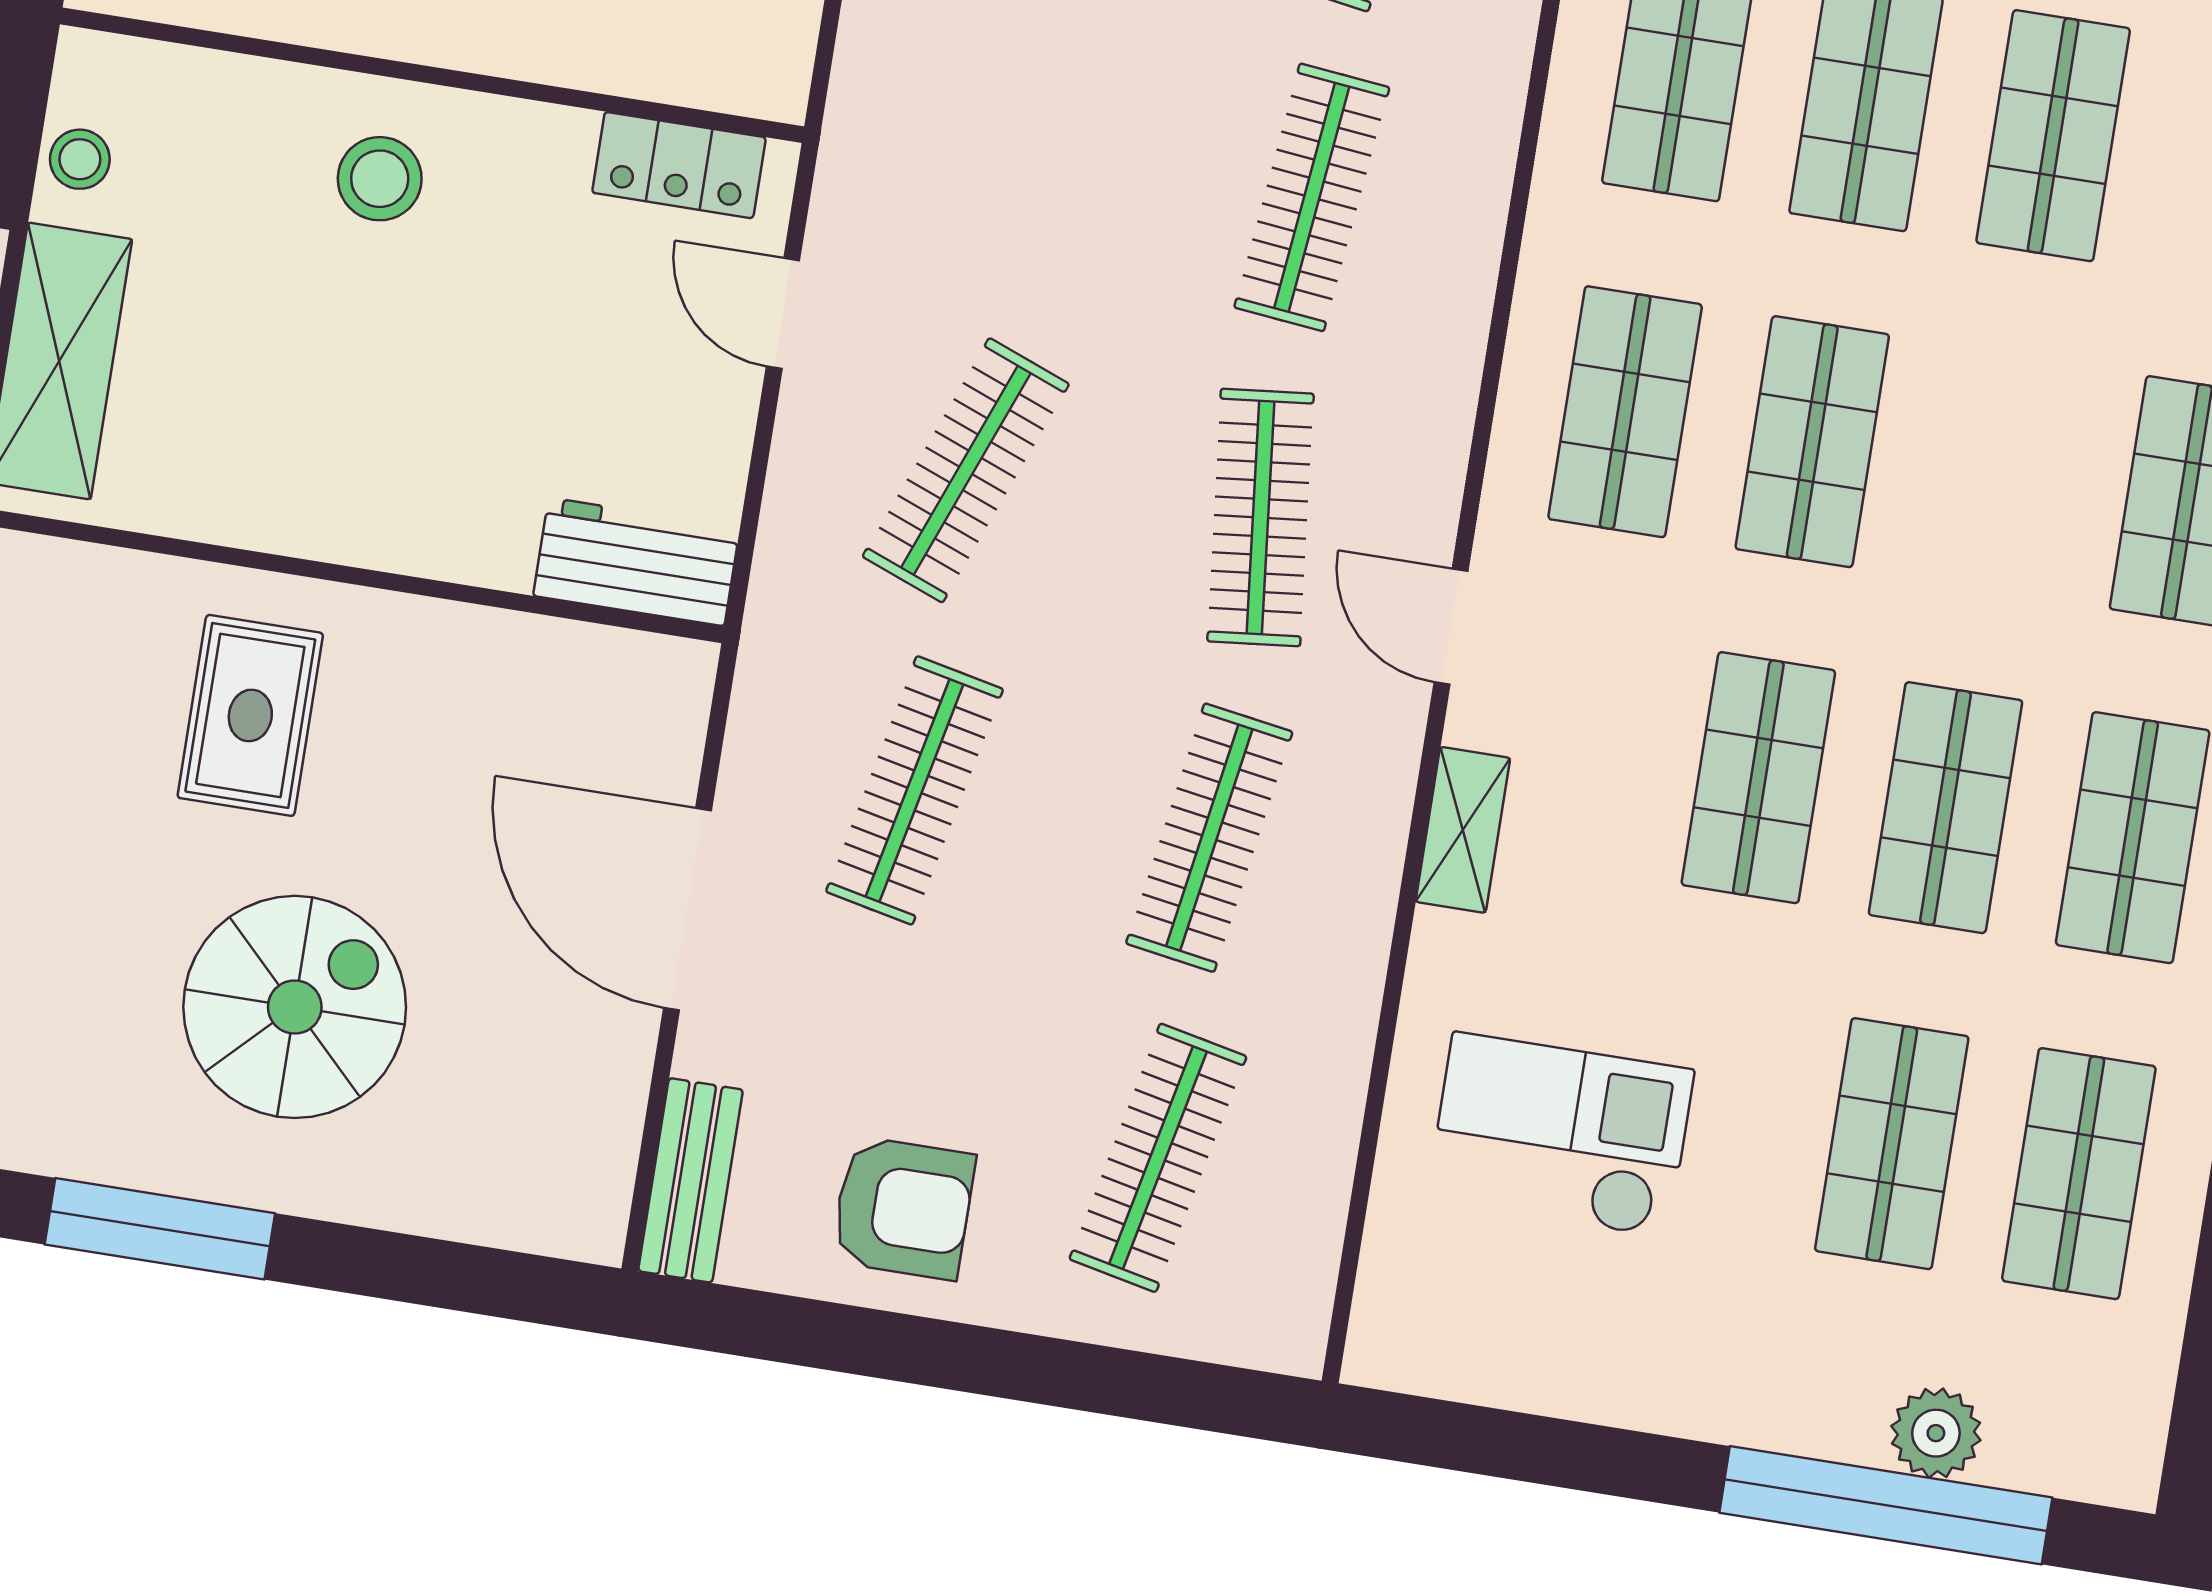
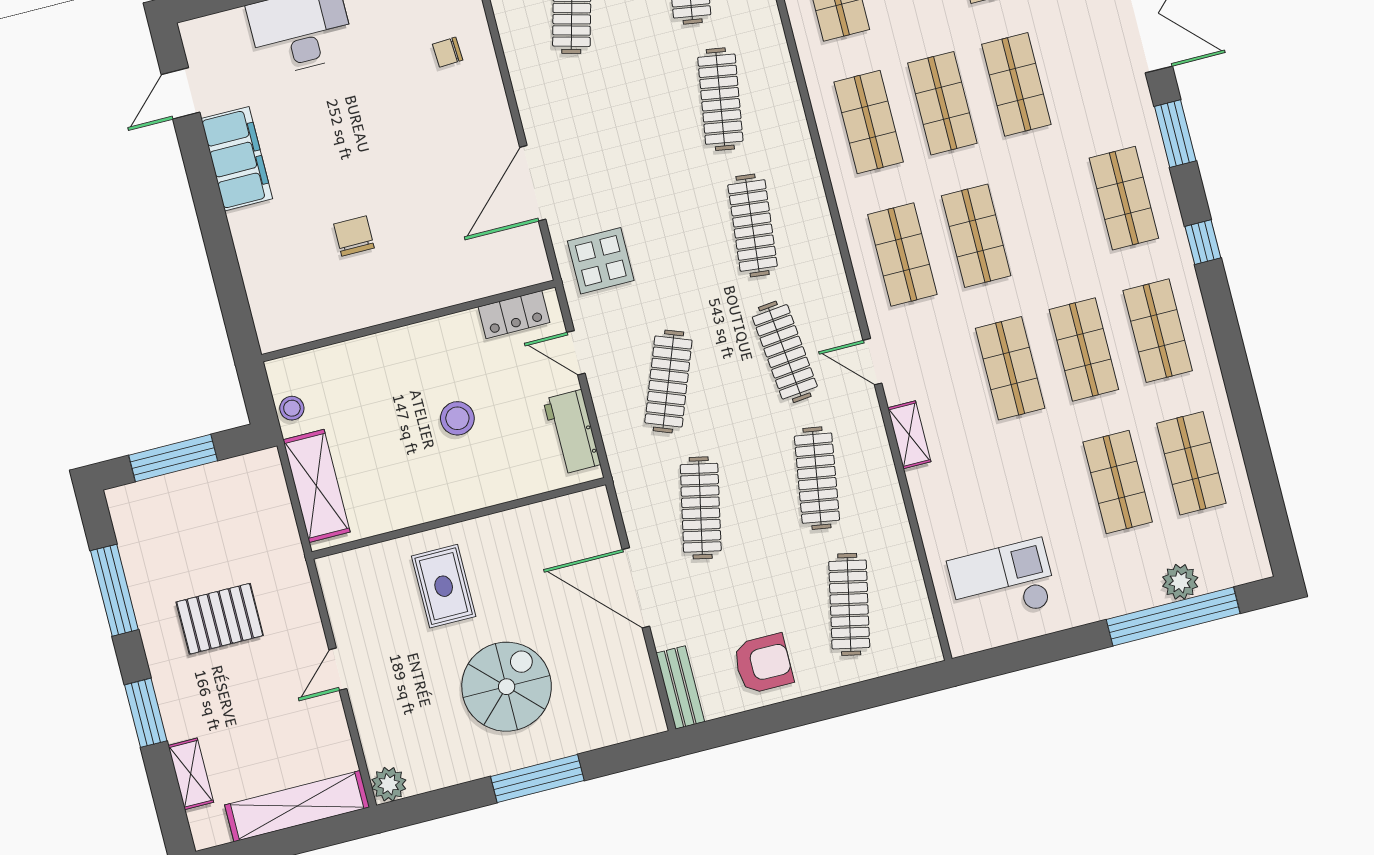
display table: (930, 128) -> (601, 261), added
stool: (380, 179) -> (457, 418), moved
workbench: (636, 562) -> (572, 432), moved, turned -90
checkout: (1560, 1135) -> (1002, 582), moved
window: (160, 1229) -> (537, 779), moved

